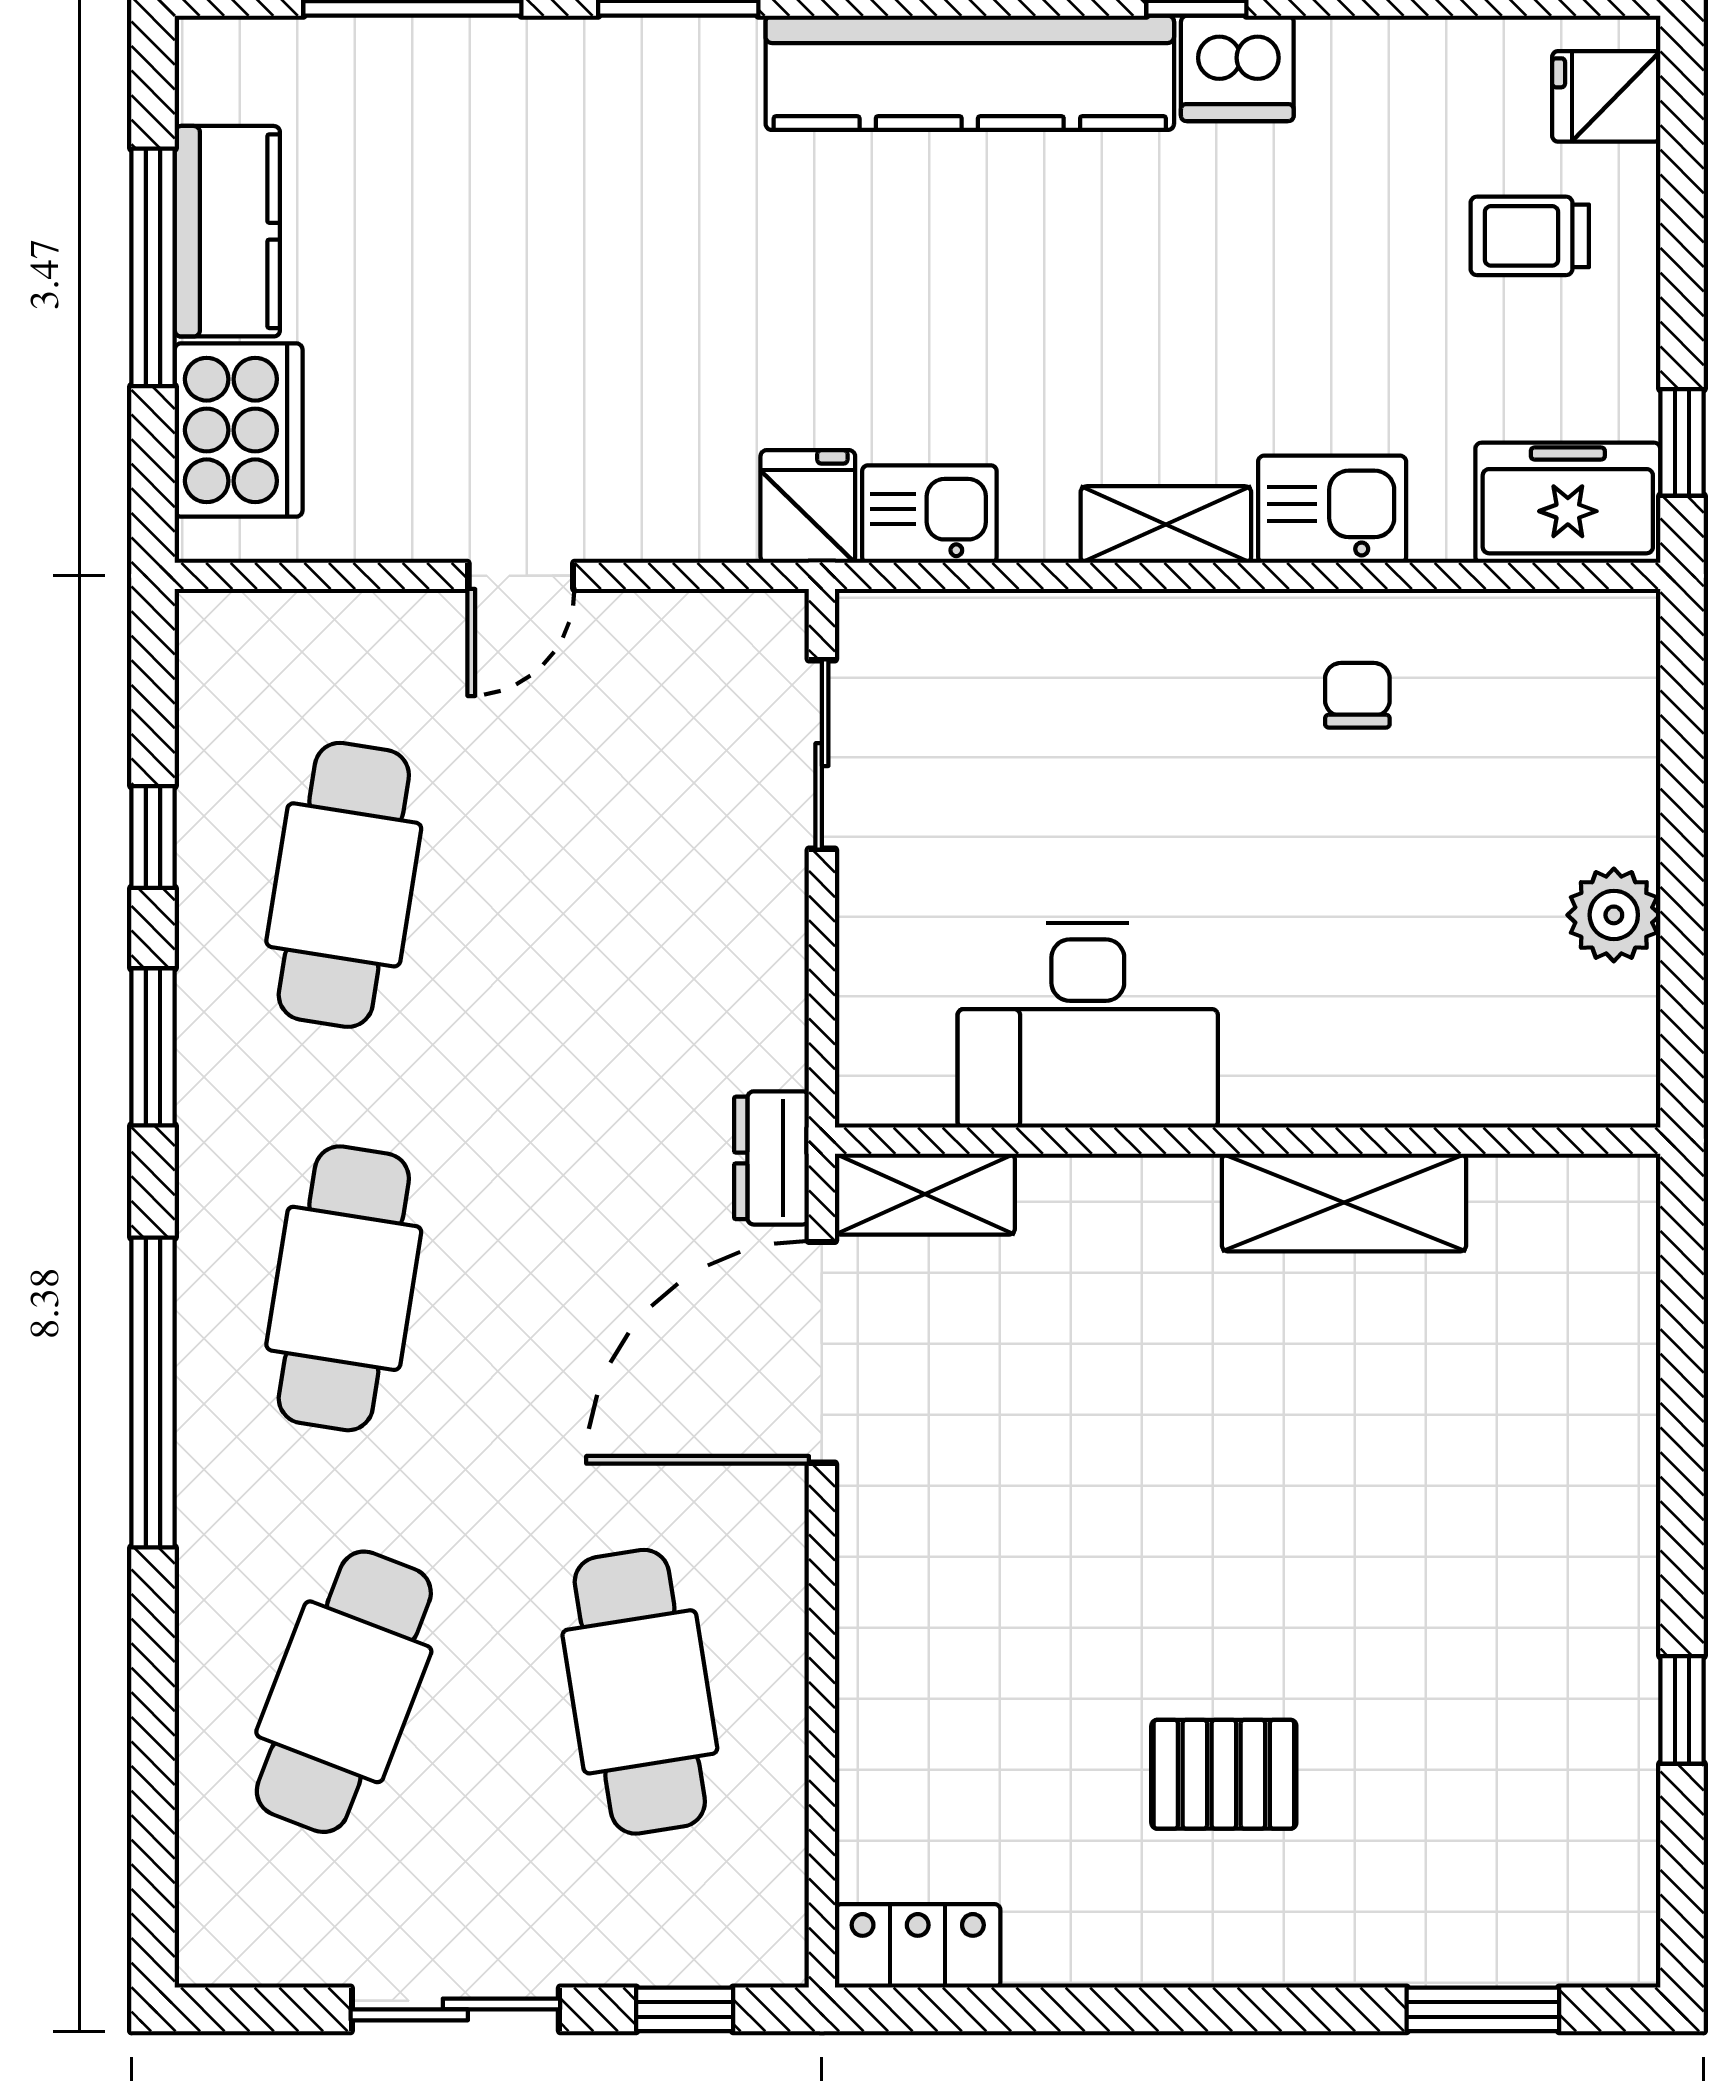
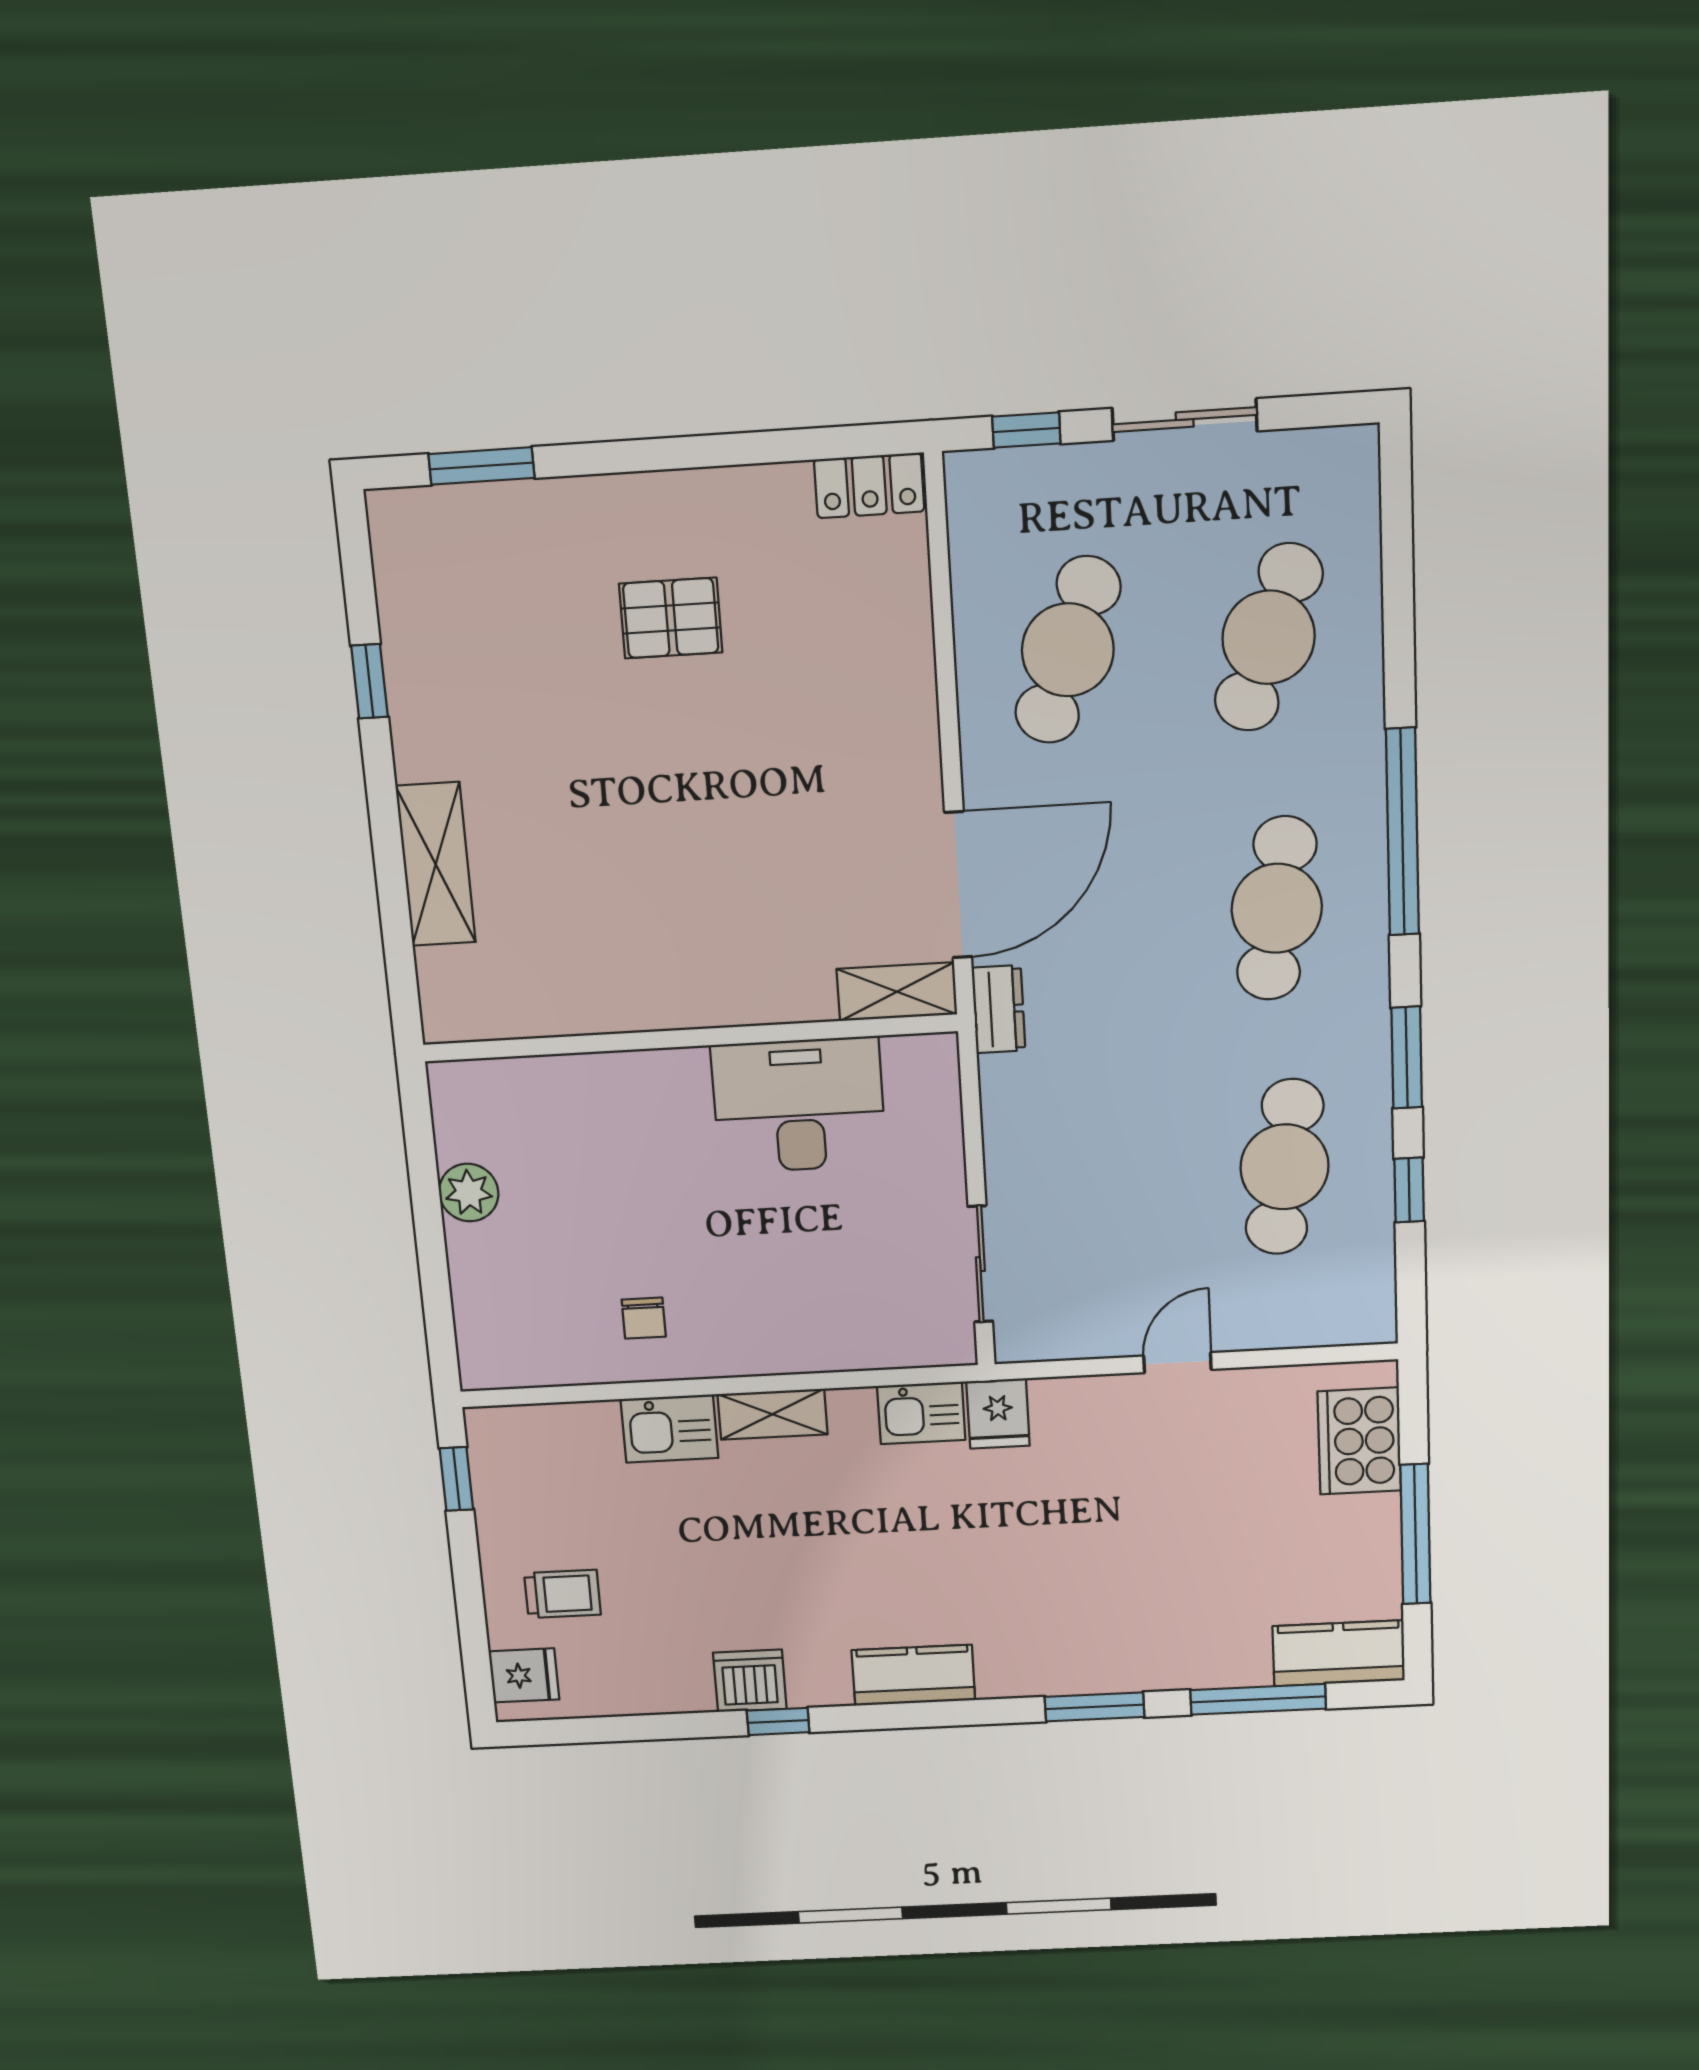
kitchen counter: (970, 73) -> (913, 1675), width x0.48, depth x0.86
kitchen counter: (227, 231) -> (1339, 1653), moved, turned 90
freezer: (1568, 503) -> (523, 1440), removed
shelving: (1344, 1203) -> (436, 864), moved, turned 90
cafe table: (640, 1692) -> (1068, 650), turned 30

